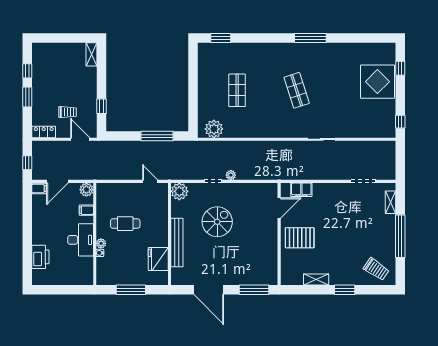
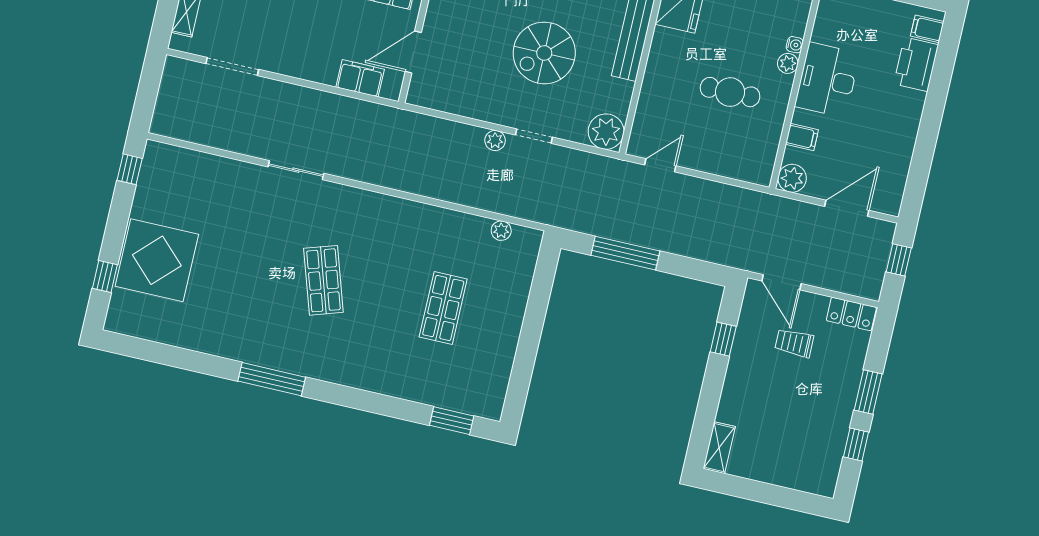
plant: (214, 129) -> (501, 231), width x0.53, depth x0.53
door: (150, 181) -> (660, 165), swing flipped
filing cabinet: (39, 188) -> (927, 29), moved

